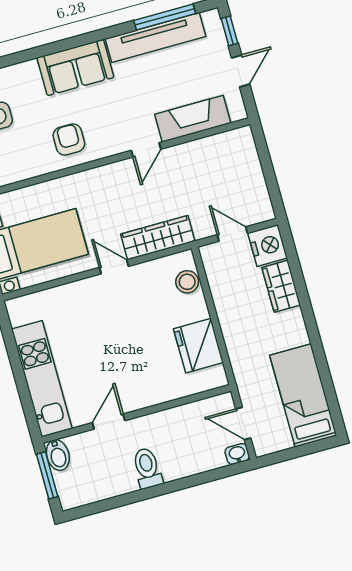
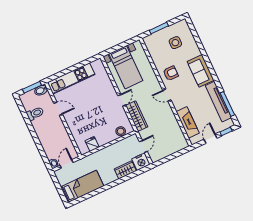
door: (241, 71) -> (210, 139), swing flipped
door: (146, 150) -> (167, 95), moved
fridge: (198, 346) -> (92, 144), width x0.53, depth x0.75
toilet: (147, 468) -> (35, 113), moved

